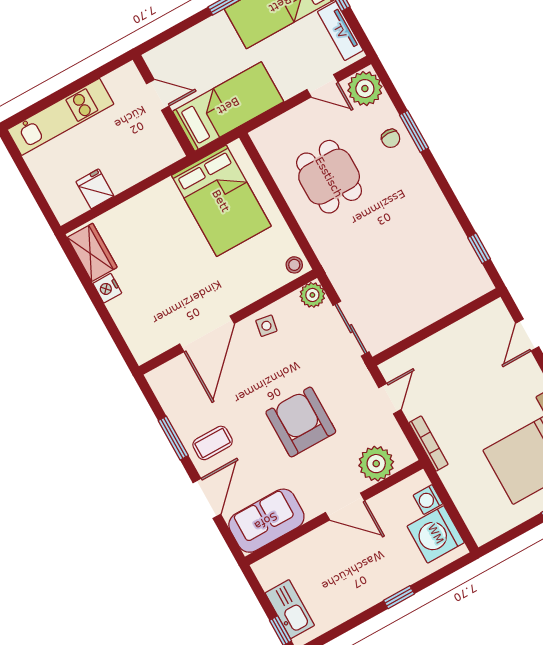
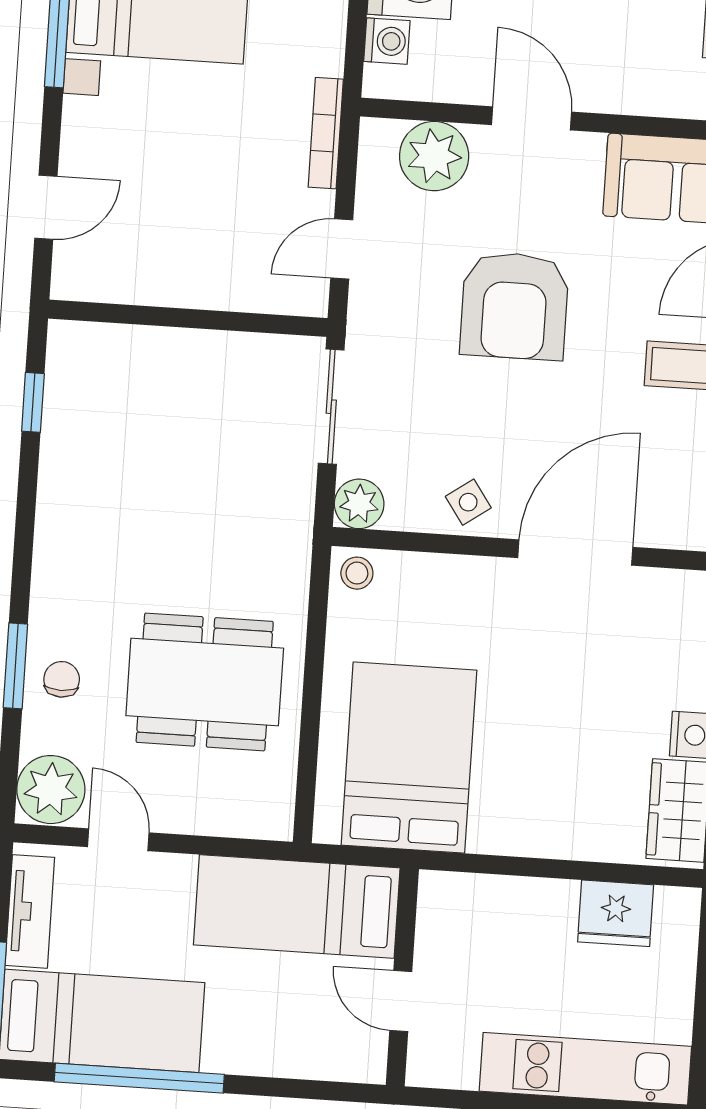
dining table: (329, 177) -> (205, 682), width x1.37
fridge: (95, 189) -> (616, 913), width x1.38
side table: (266, 326) -> (468, 502), turned 45

